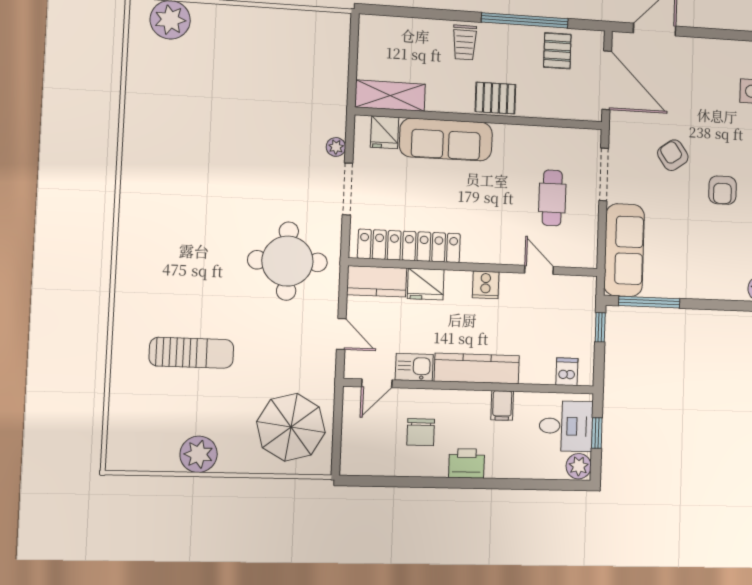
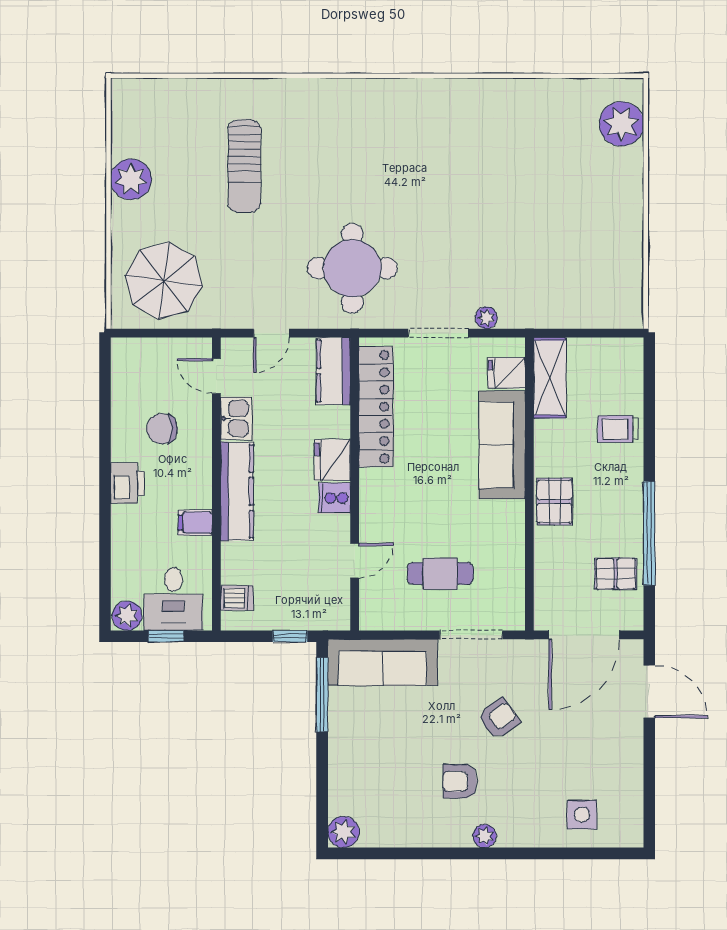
trolley: (465, 42) -> (618, 429), moved
fridge: (426, 284) -> (333, 460), moved

